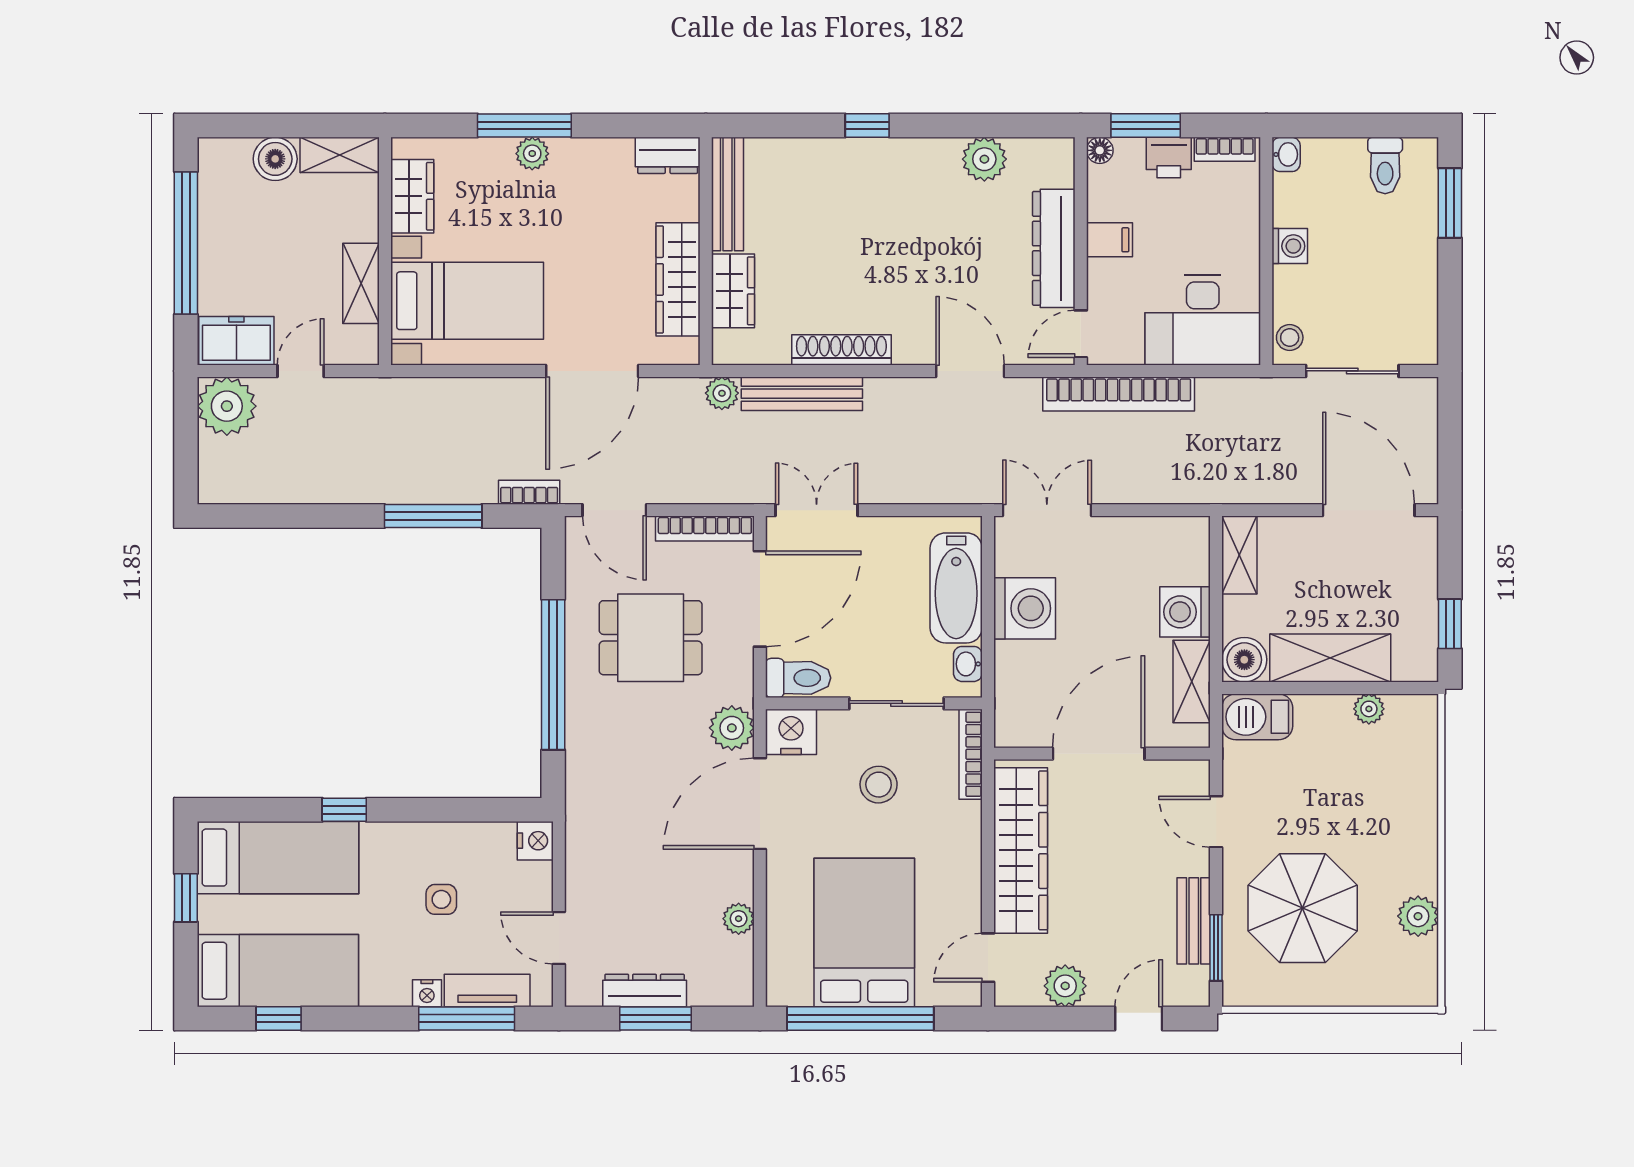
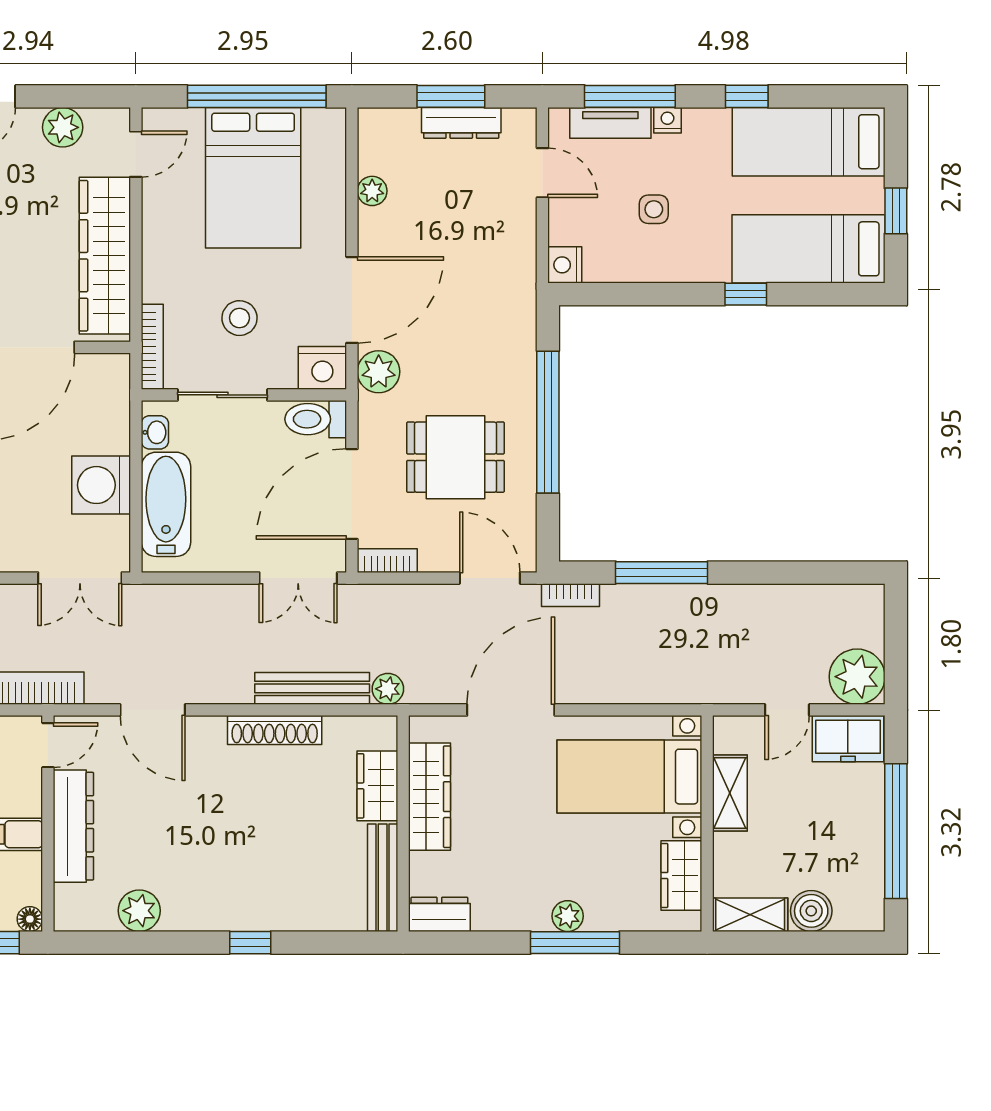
bookcase: (705, 529) -> (387, 561), width x0.64
window: (279, 1018) -> (747, 96), moved

